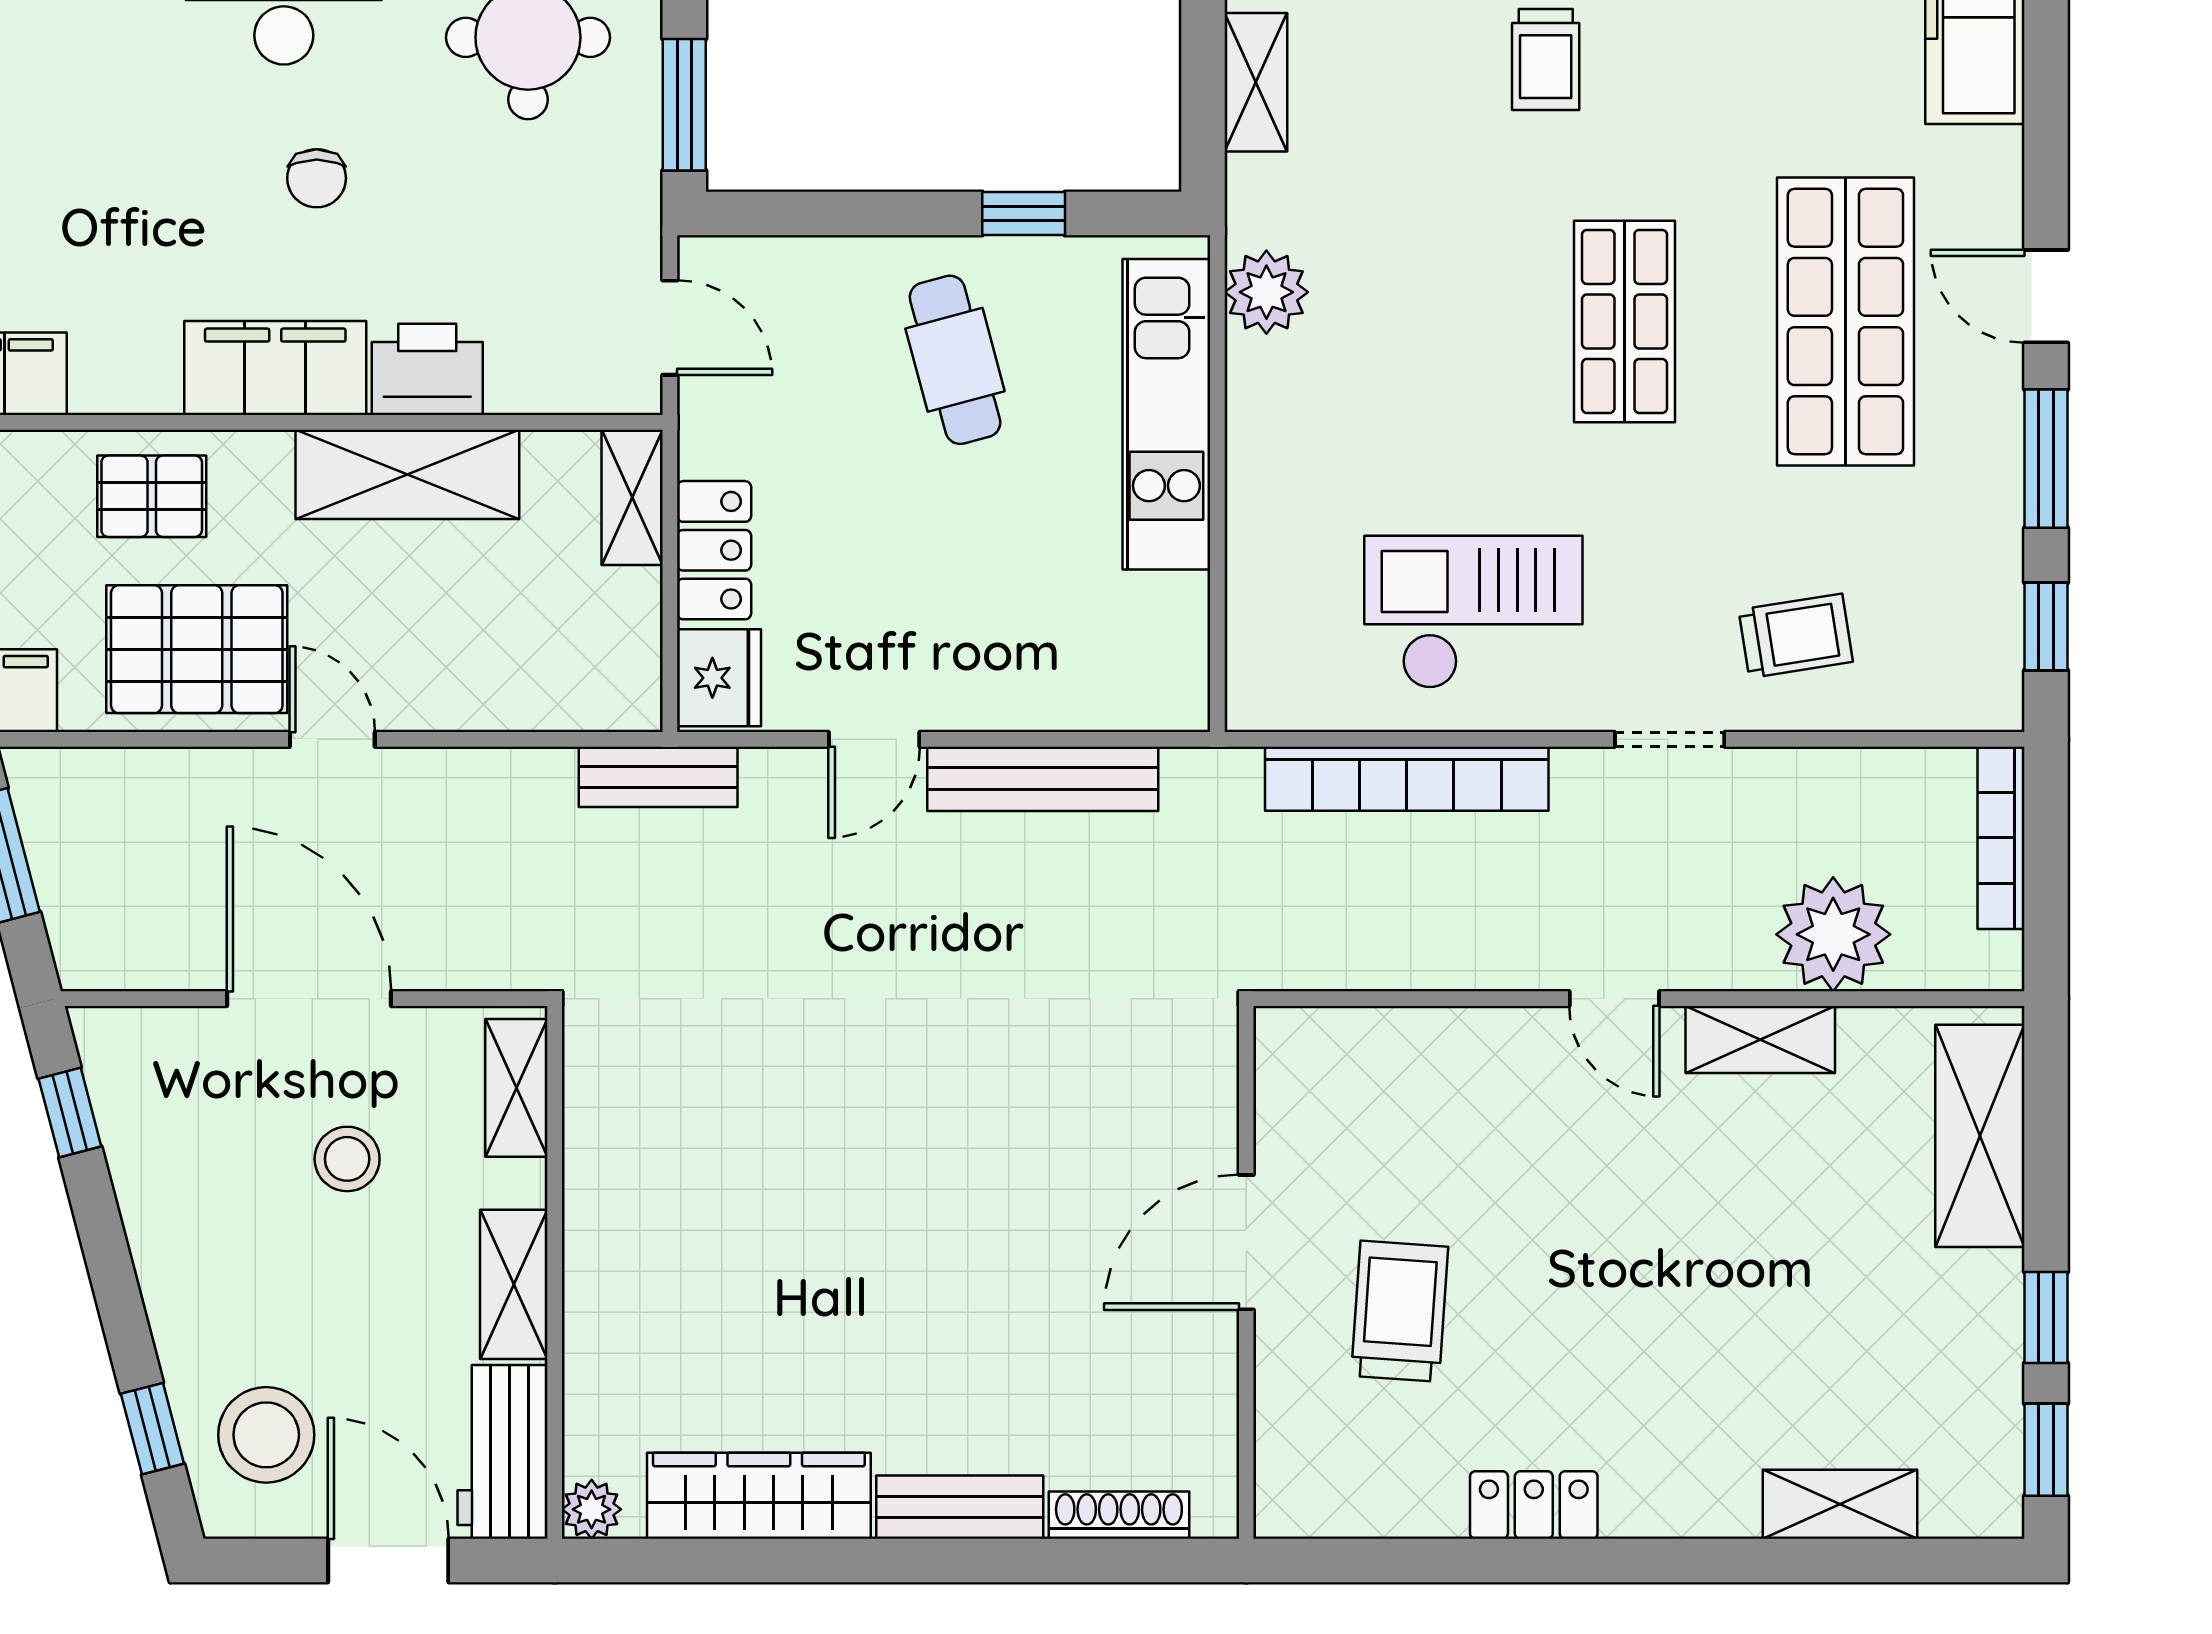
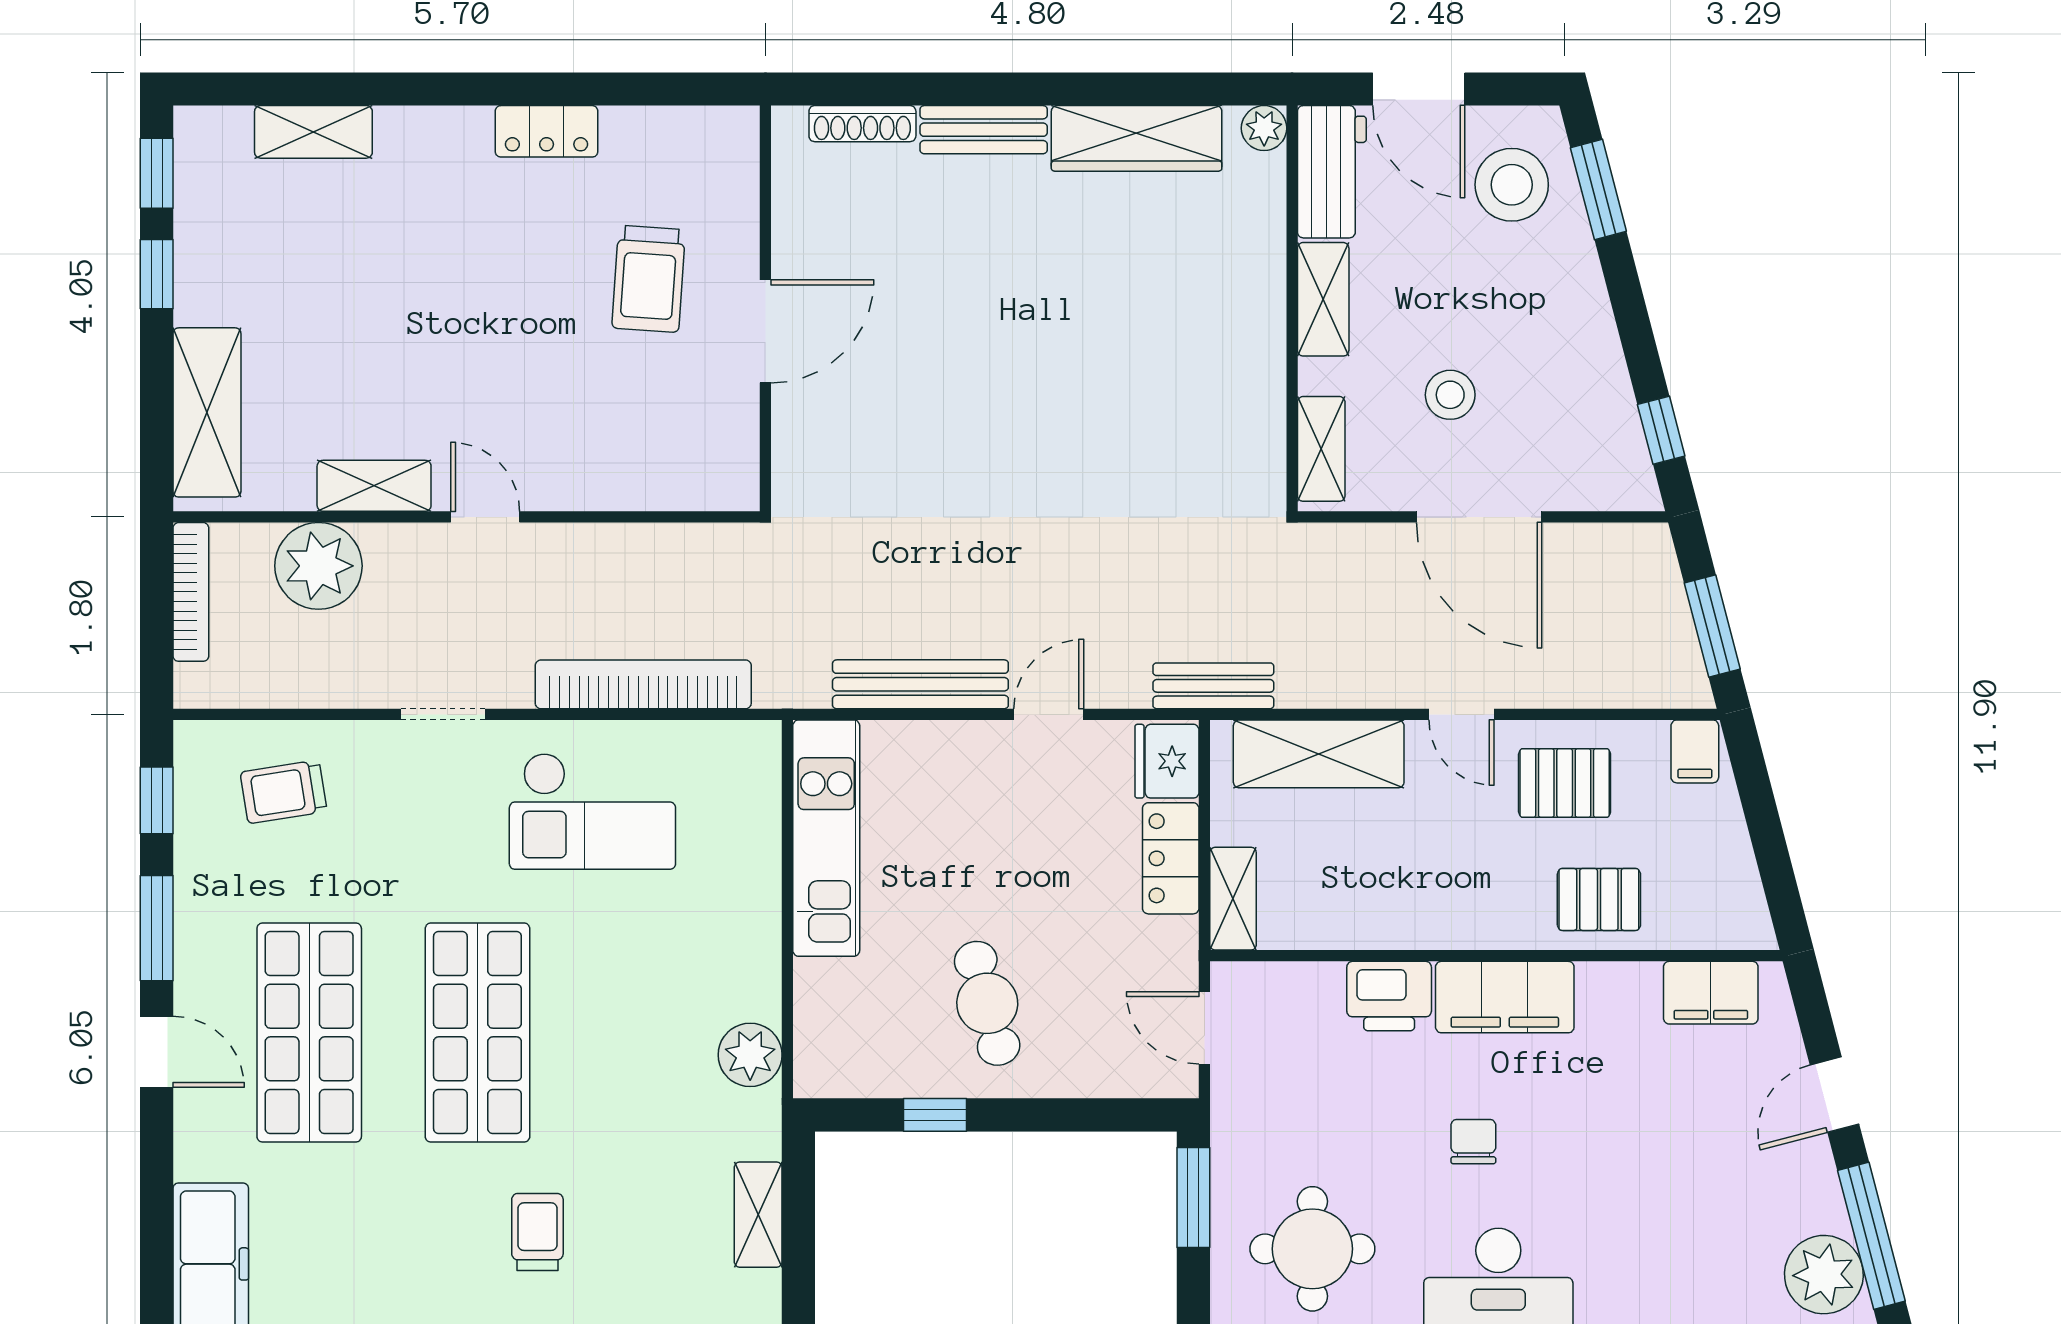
shop shelf: (1624, 321) -> (477, 1033), width x1.43, depth x1.36
kitchen unit: (1166, 414) -> (826, 838), moved
shelving: (407, 474) -> (1319, 754), moved
trolley: (1796, 636) -> (283, 792), moved
pallet: (197, 649) -> (1565, 783), width x0.67, depth x0.71
bookcase: (2001, 838) -> (191, 592), moved
window: (152, 1429) -> (1598, 189), width x1.50

